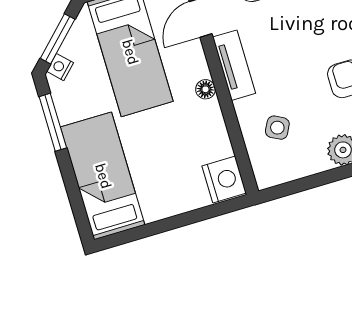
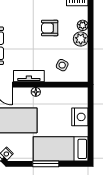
window: (53, 122) -> (46, 164), moved
nightstand: (224, 180) -> (80, 117), moved, turned 90

